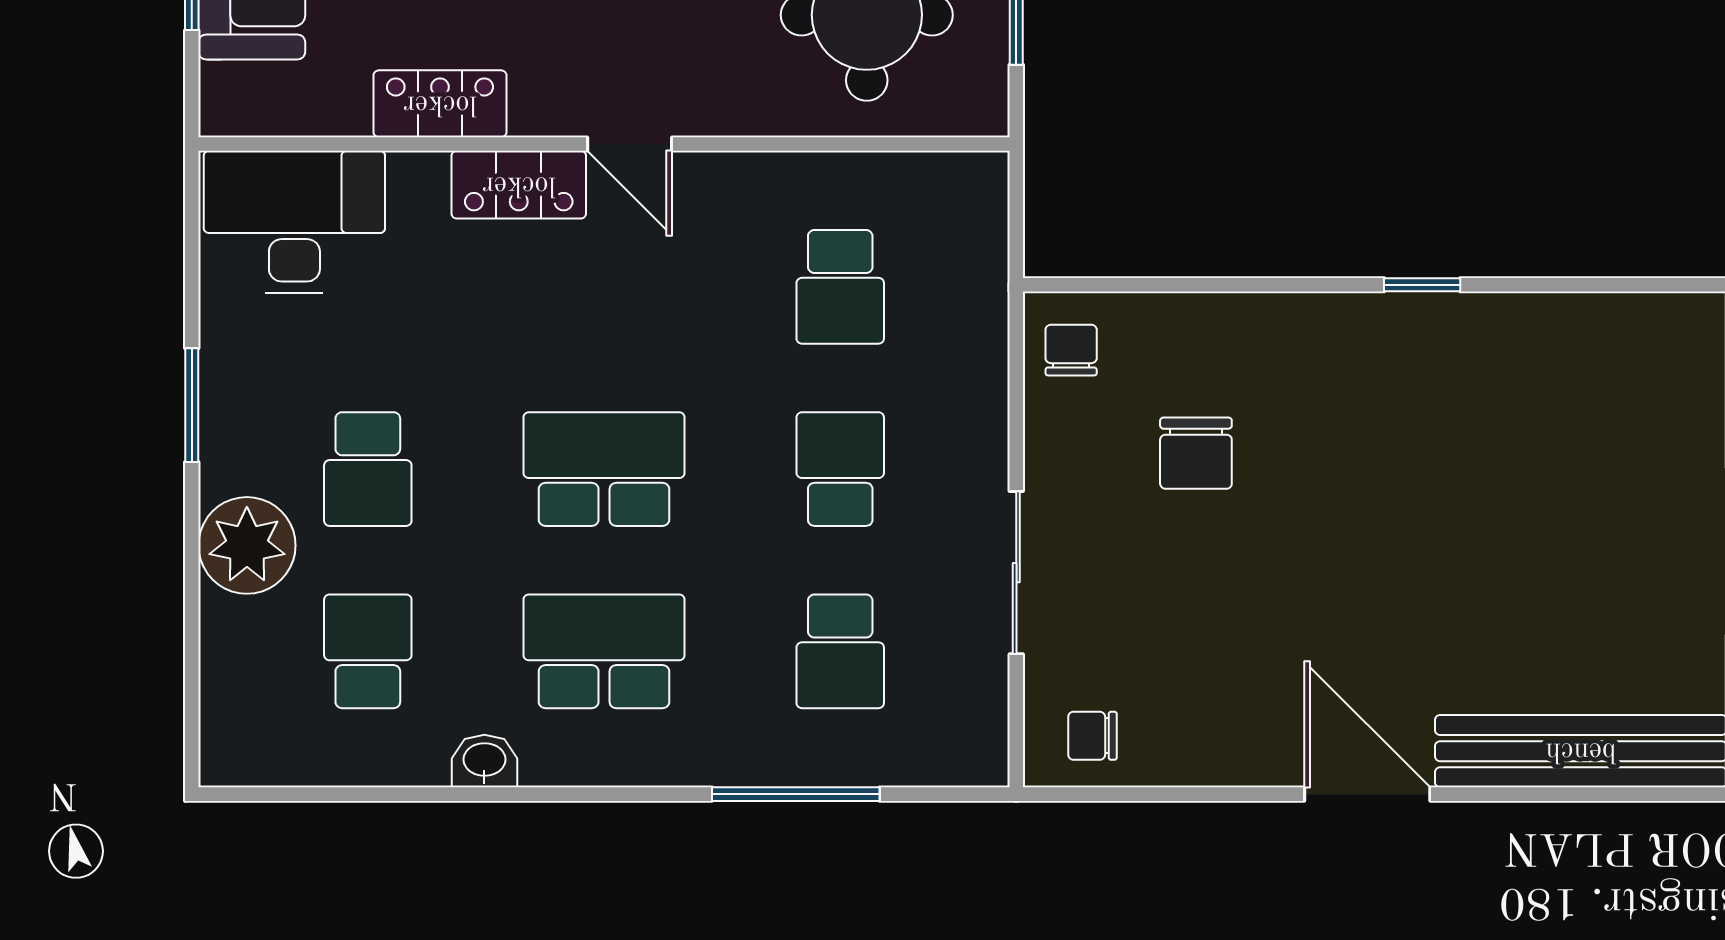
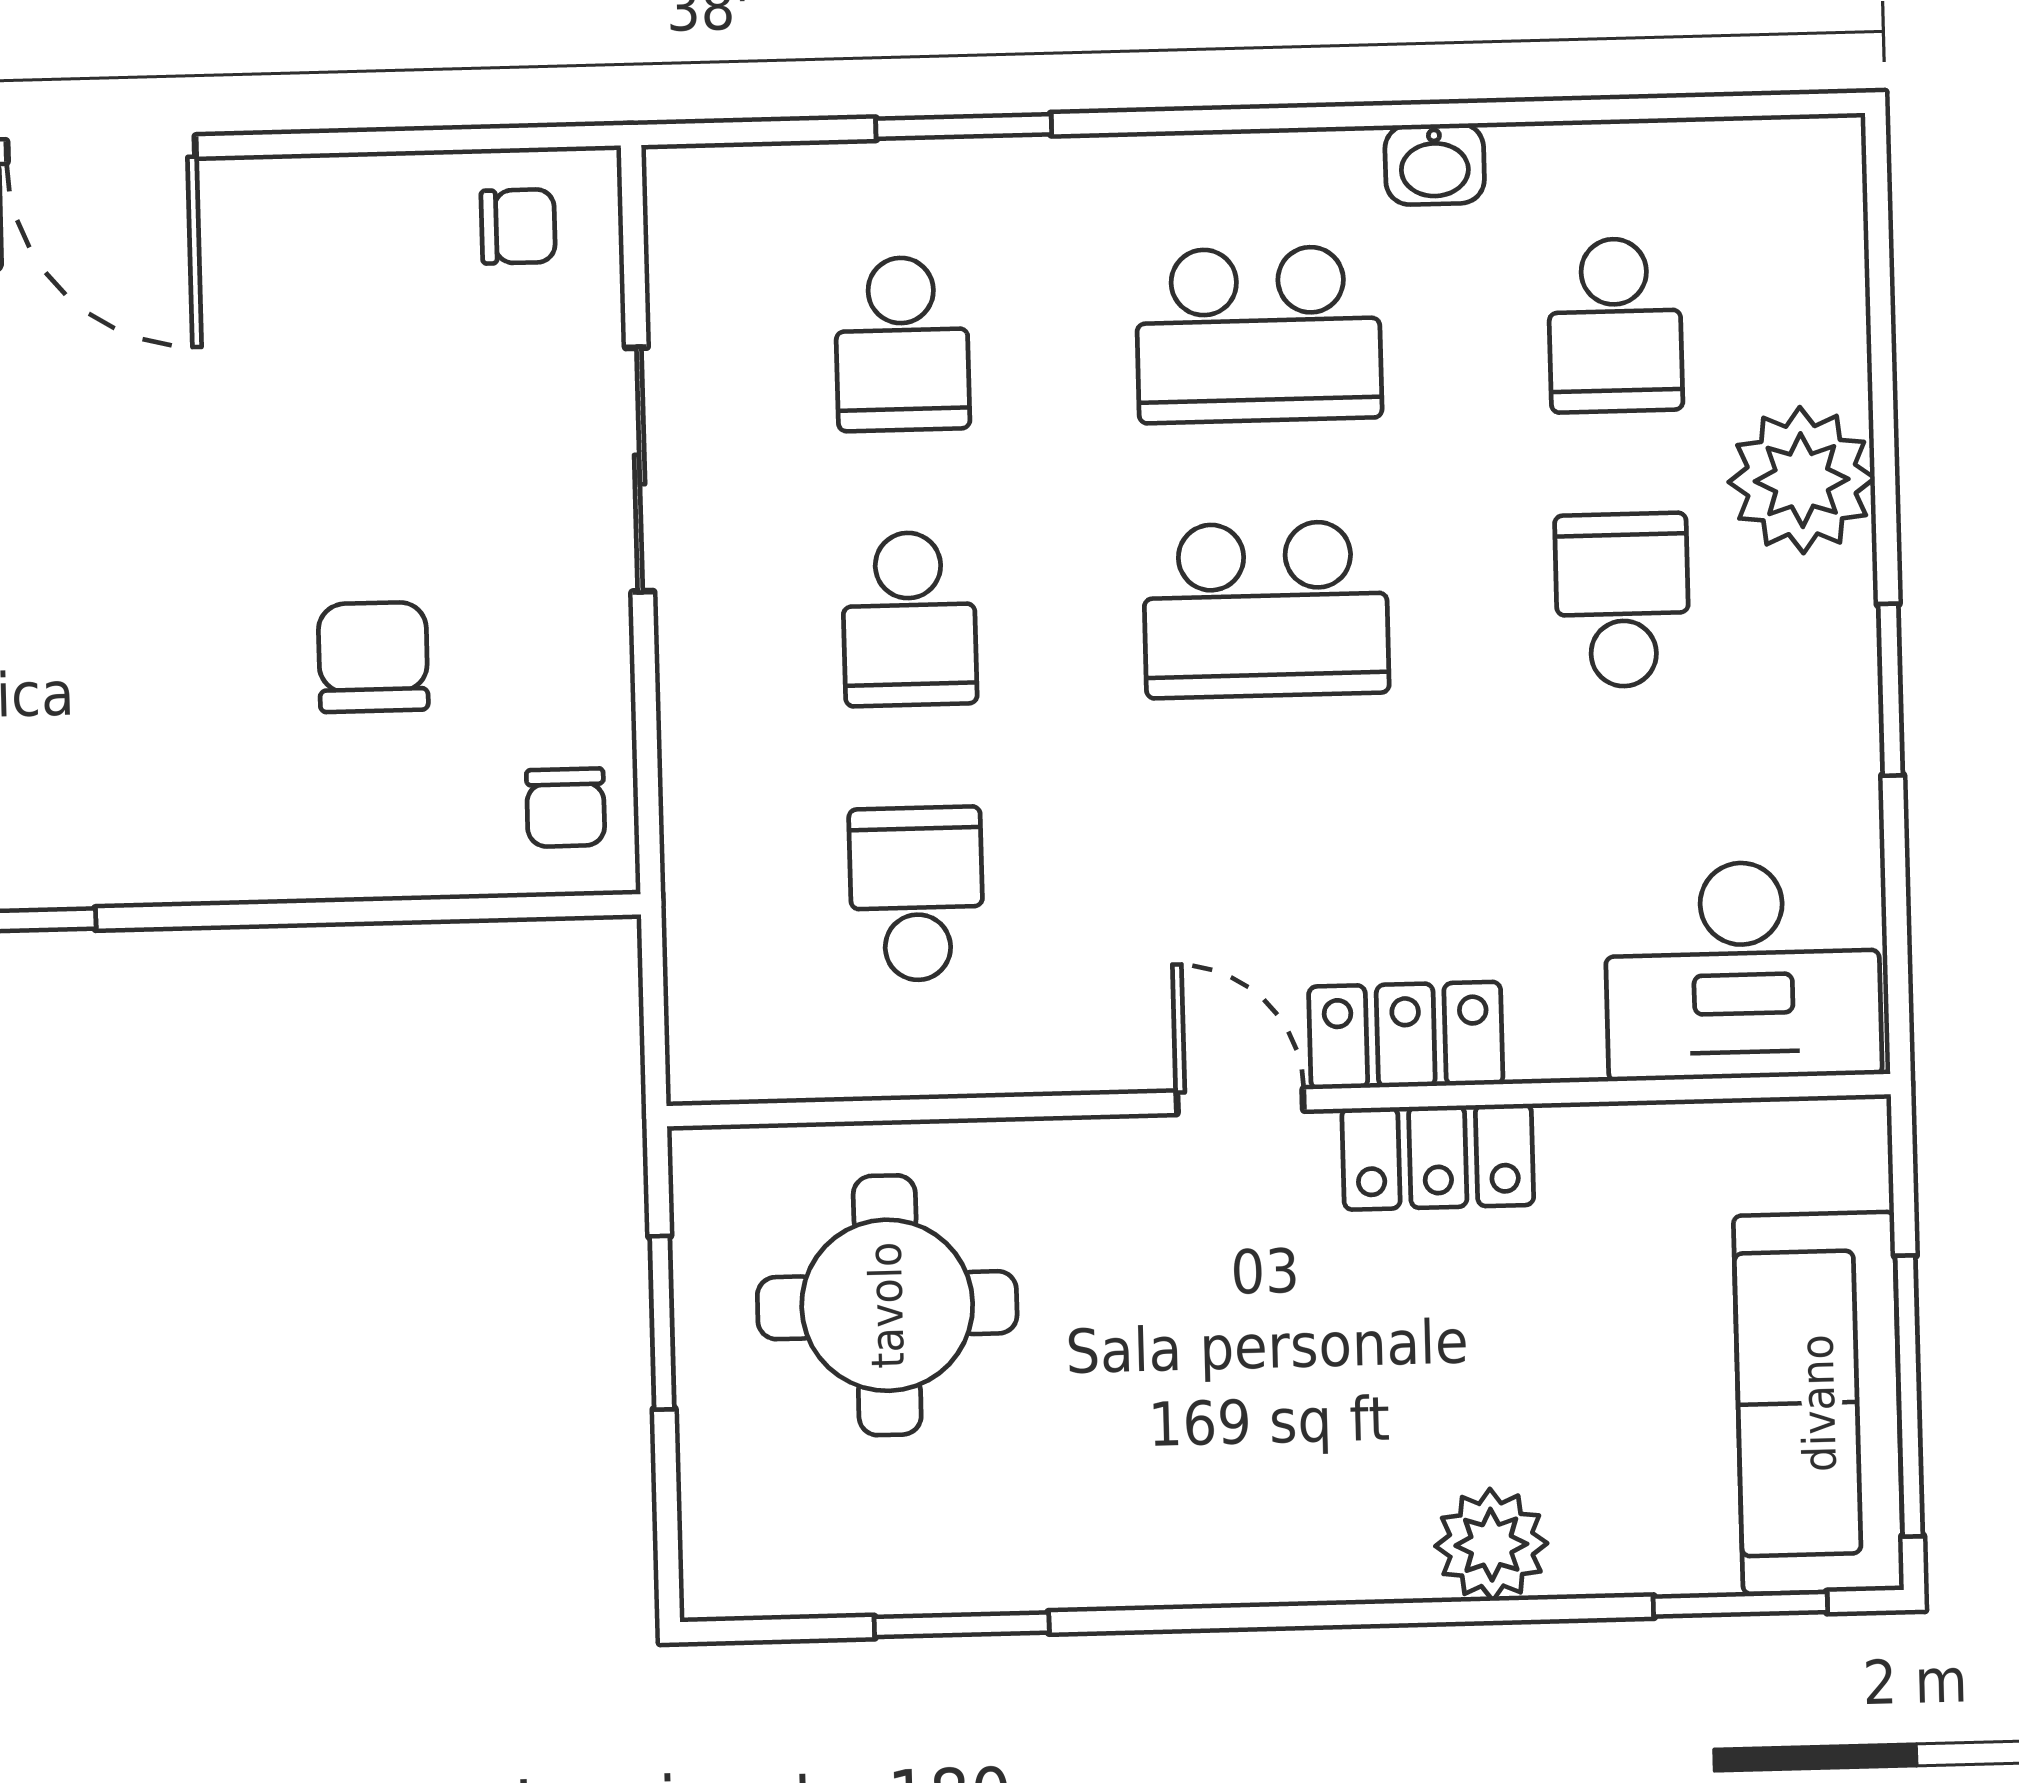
locker: (440, 104) -> (1438, 1157), moved
school desk: (840, 651) -> (902, 344), turned 180
window: (796, 794) -> (964, 126), width x0.69

